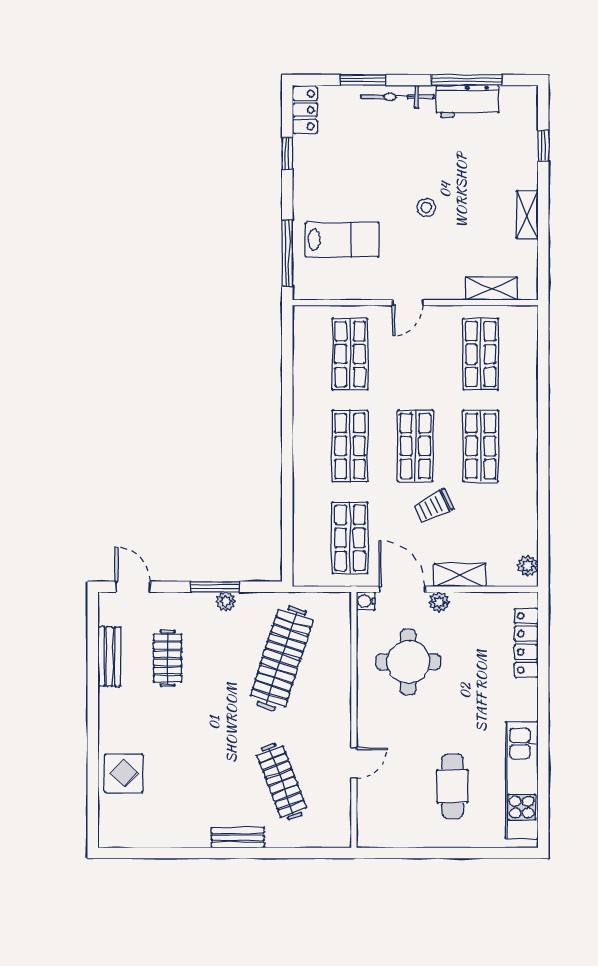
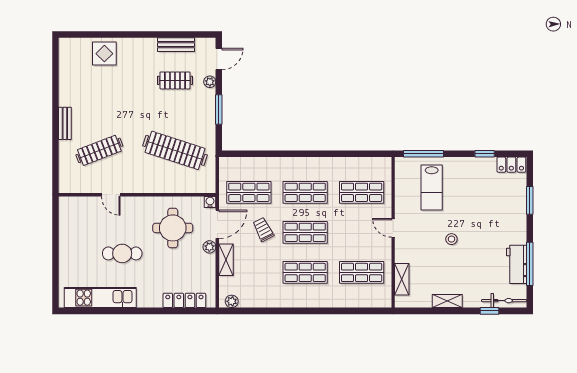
bicycle: (397, 97) -> (504, 301), moved, turned 90
trolley: (433, 506) -> (263, 229), moved
plant: (226, 602) -> (210, 82), moved
cafe table: (452, 786) -> (122, 253), moved

